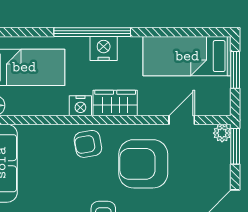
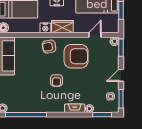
armchair: (143, 164) -> (76, 56), turned 180

